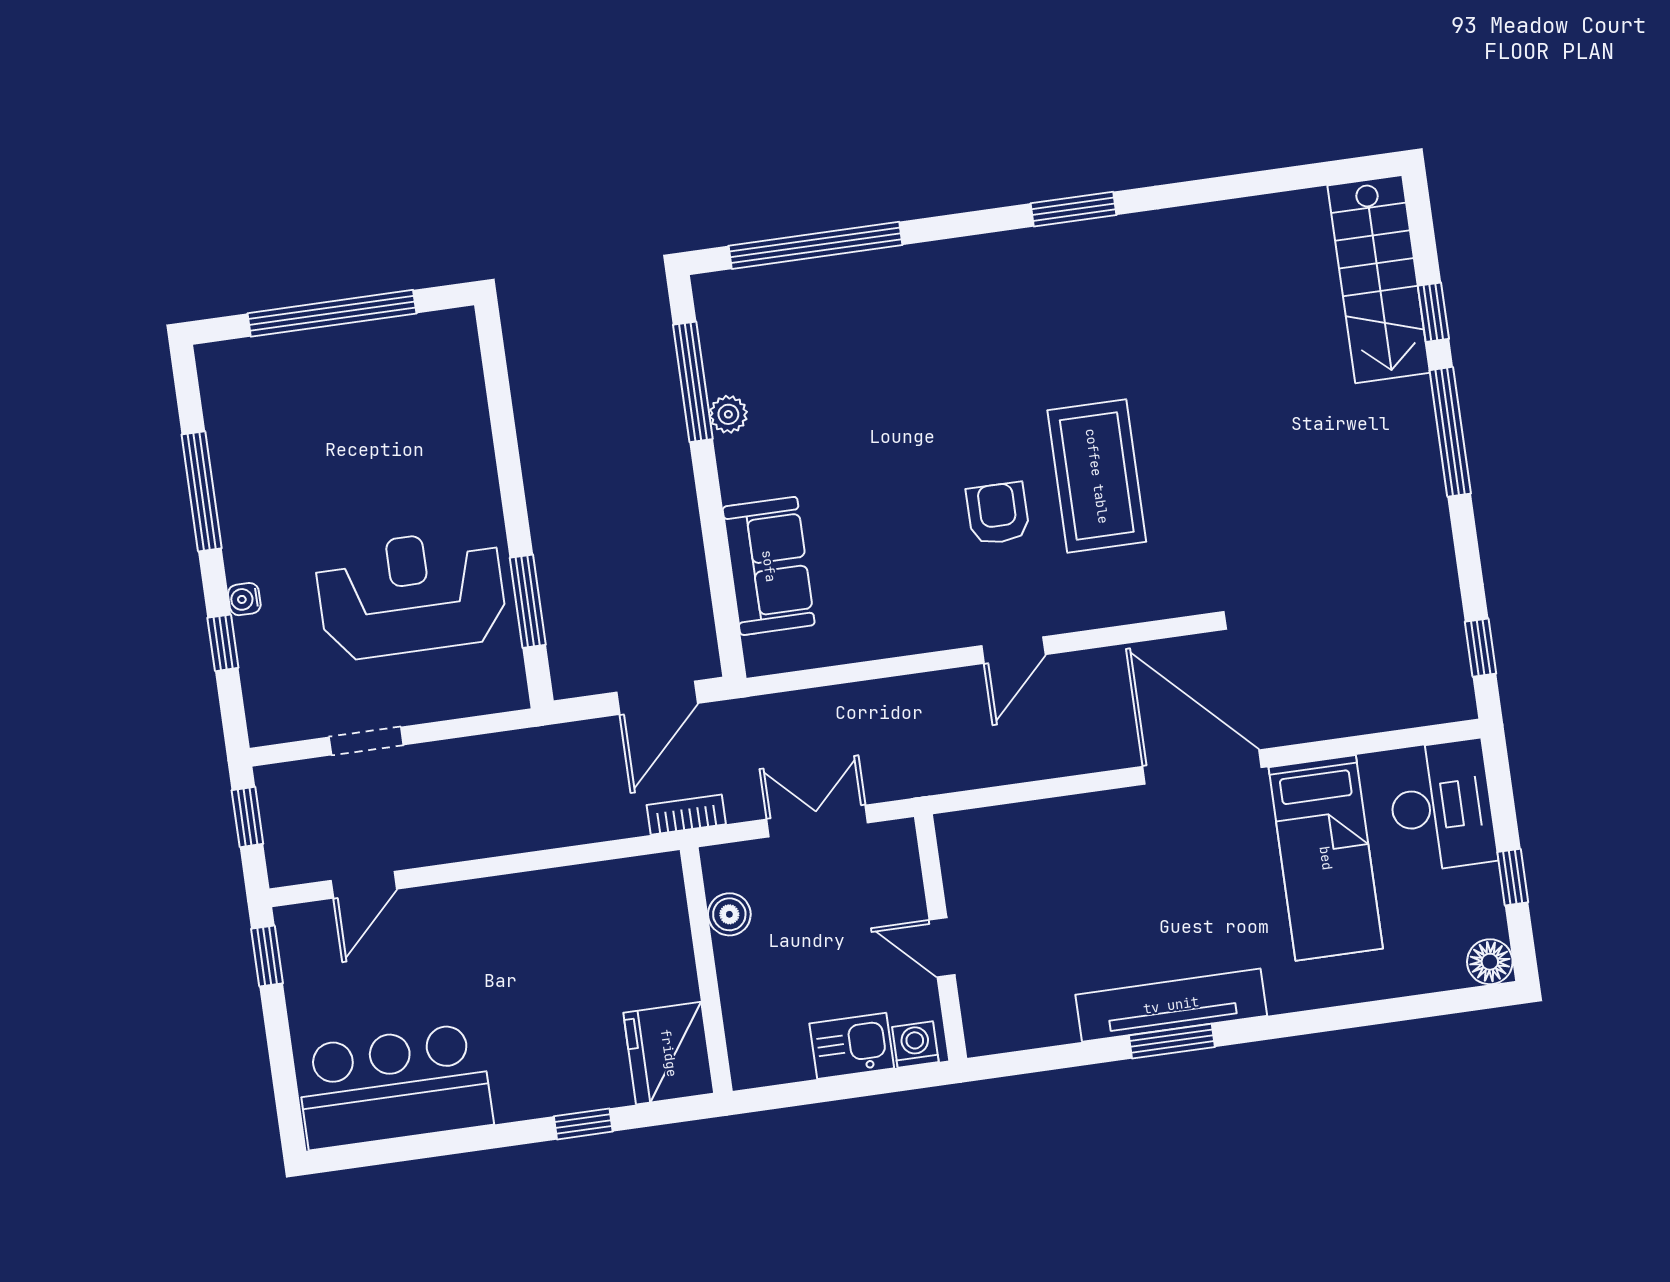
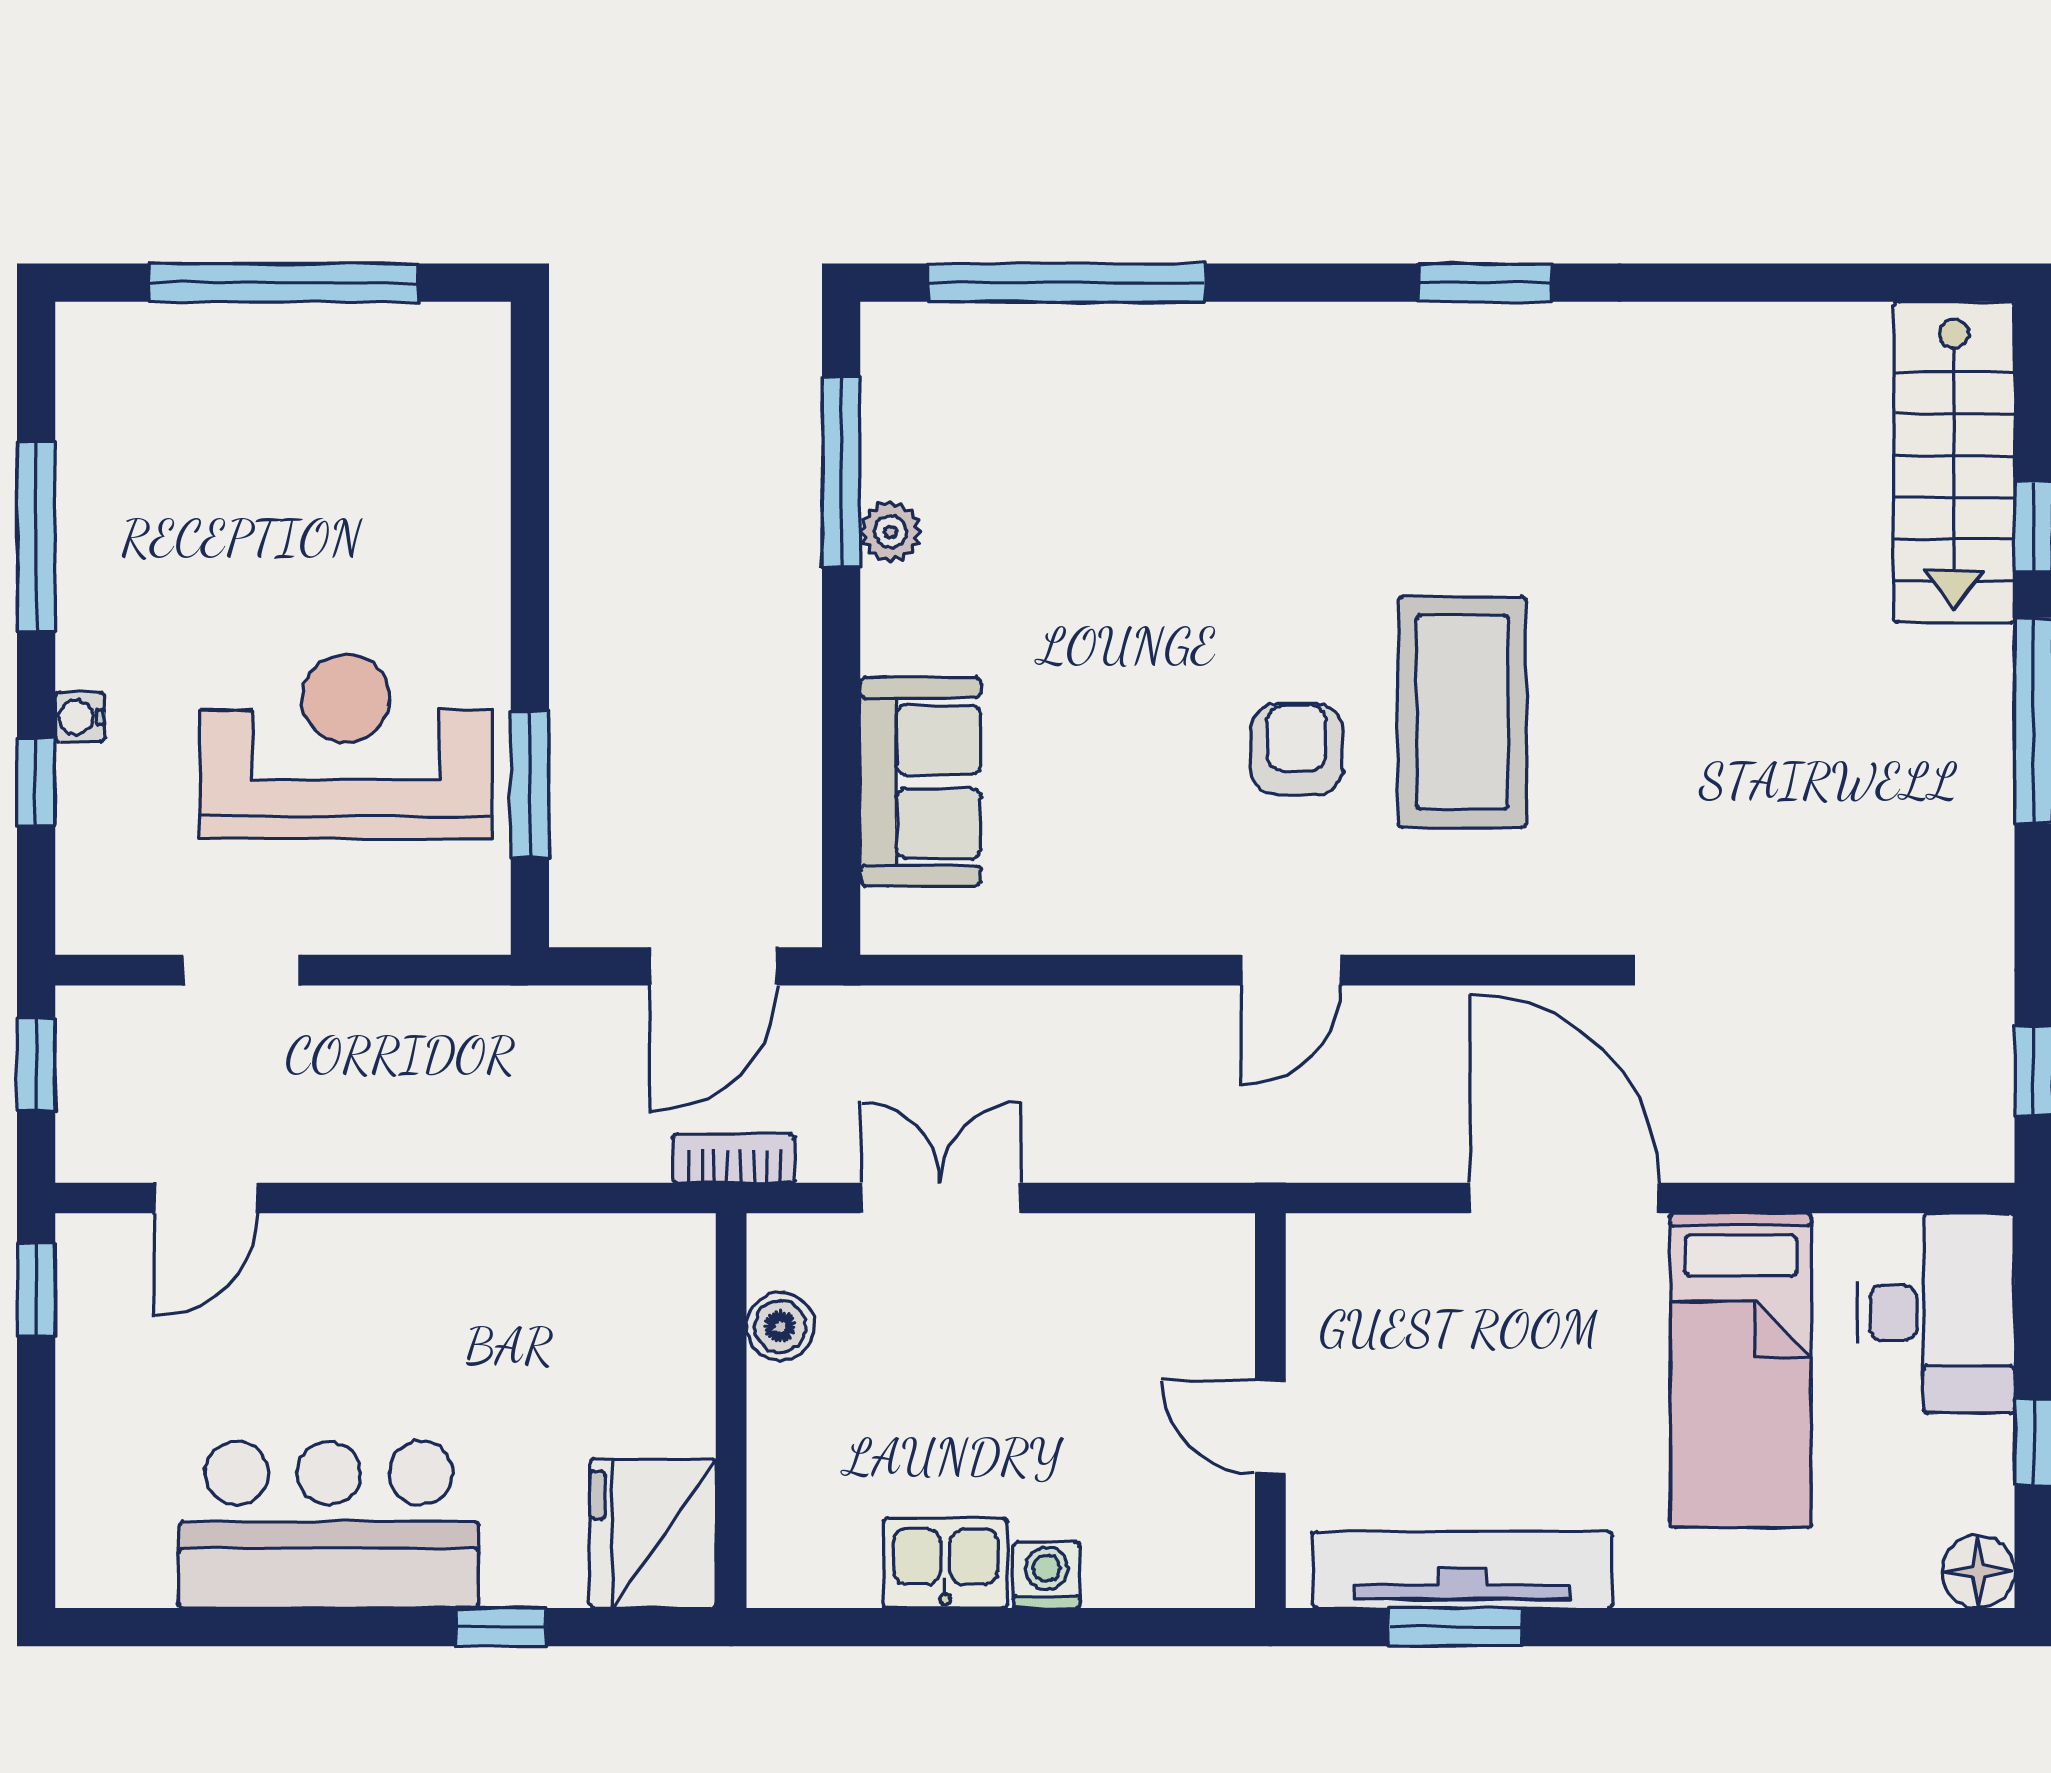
wall: (941, 937) -> (1270, 1411), moved
door: (942, 947) -> (1270, 1427), moved
bar counter: (394, 1086) -> (329, 1525), moved

